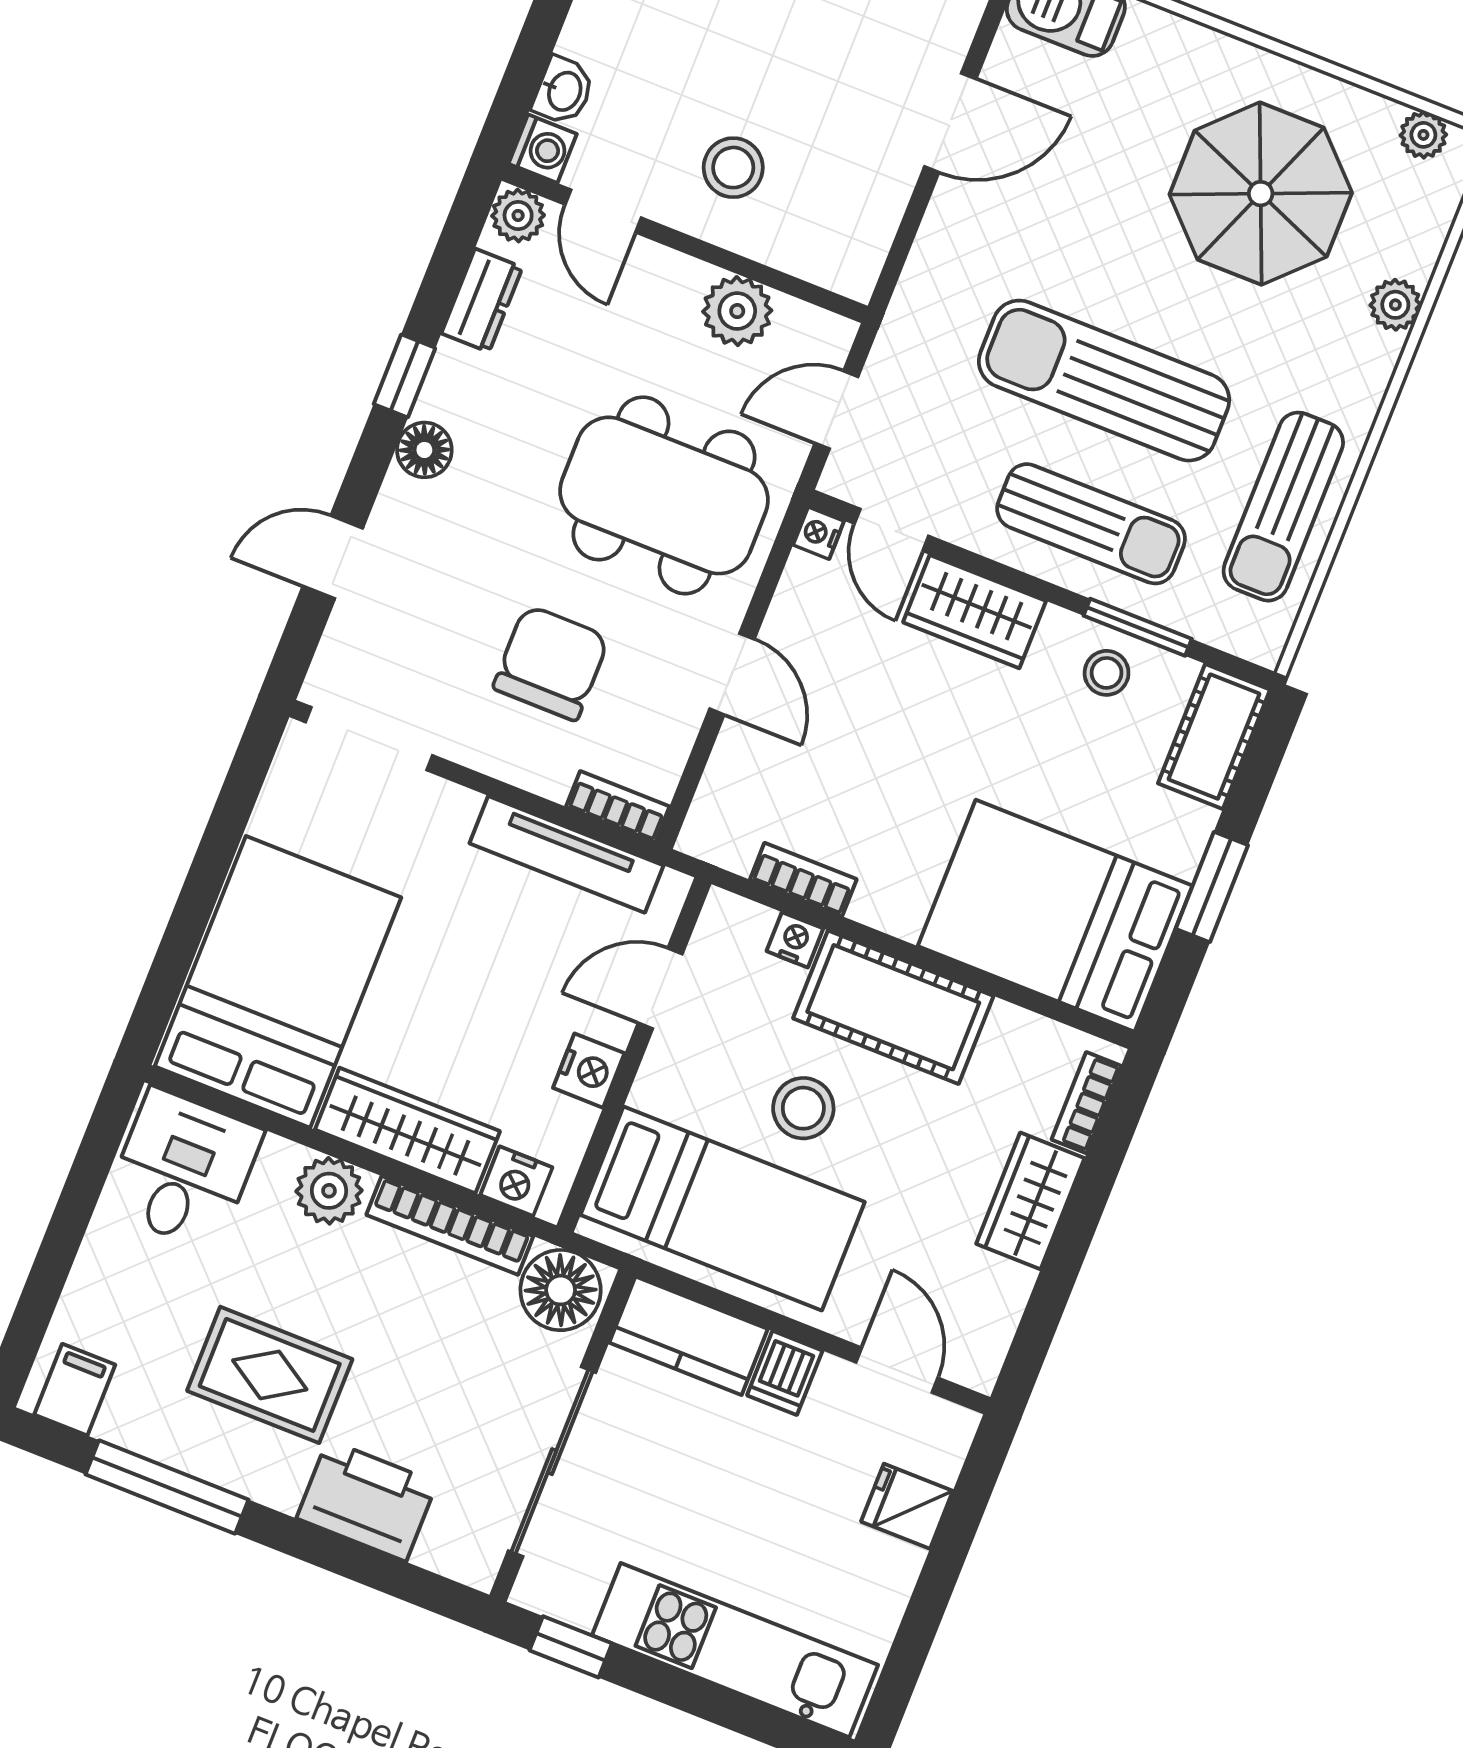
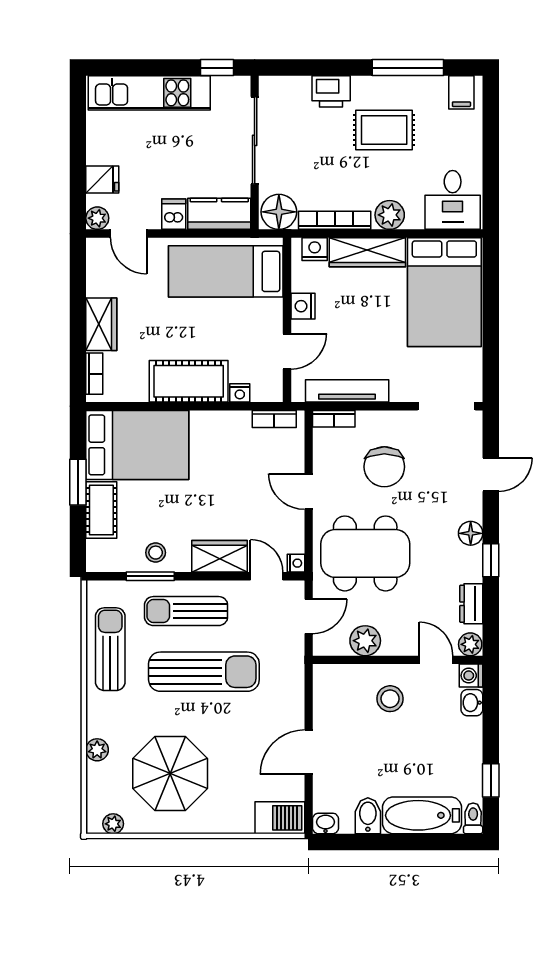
cot: (1214, 737) -> (101, 510), moved
bookcase: (803, 879) -> (274, 419), moved
stool: (803, 1108) -> (209, 325), removed
plant: (950, 1429) -> (97, 218), added
printer: (367, 1501) -> (331, 91), width x0.73, depth x0.84

